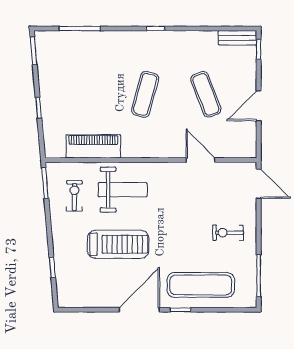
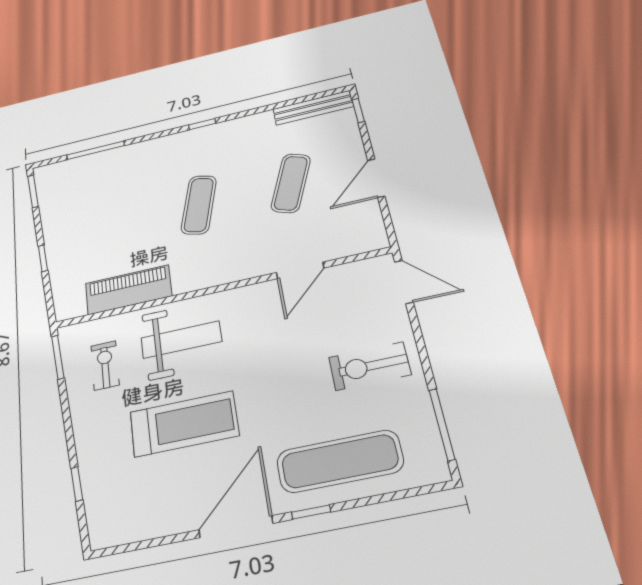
bench: (237, 38) -> (313, 108), width x1.36
exercise mat: (206, 94) -> (291, 183), turned 42
door: (201, 160) -> (300, 270), swing flipped
exercise bike: (228, 233) -> (370, 366), width x1.38, depth x1.39

